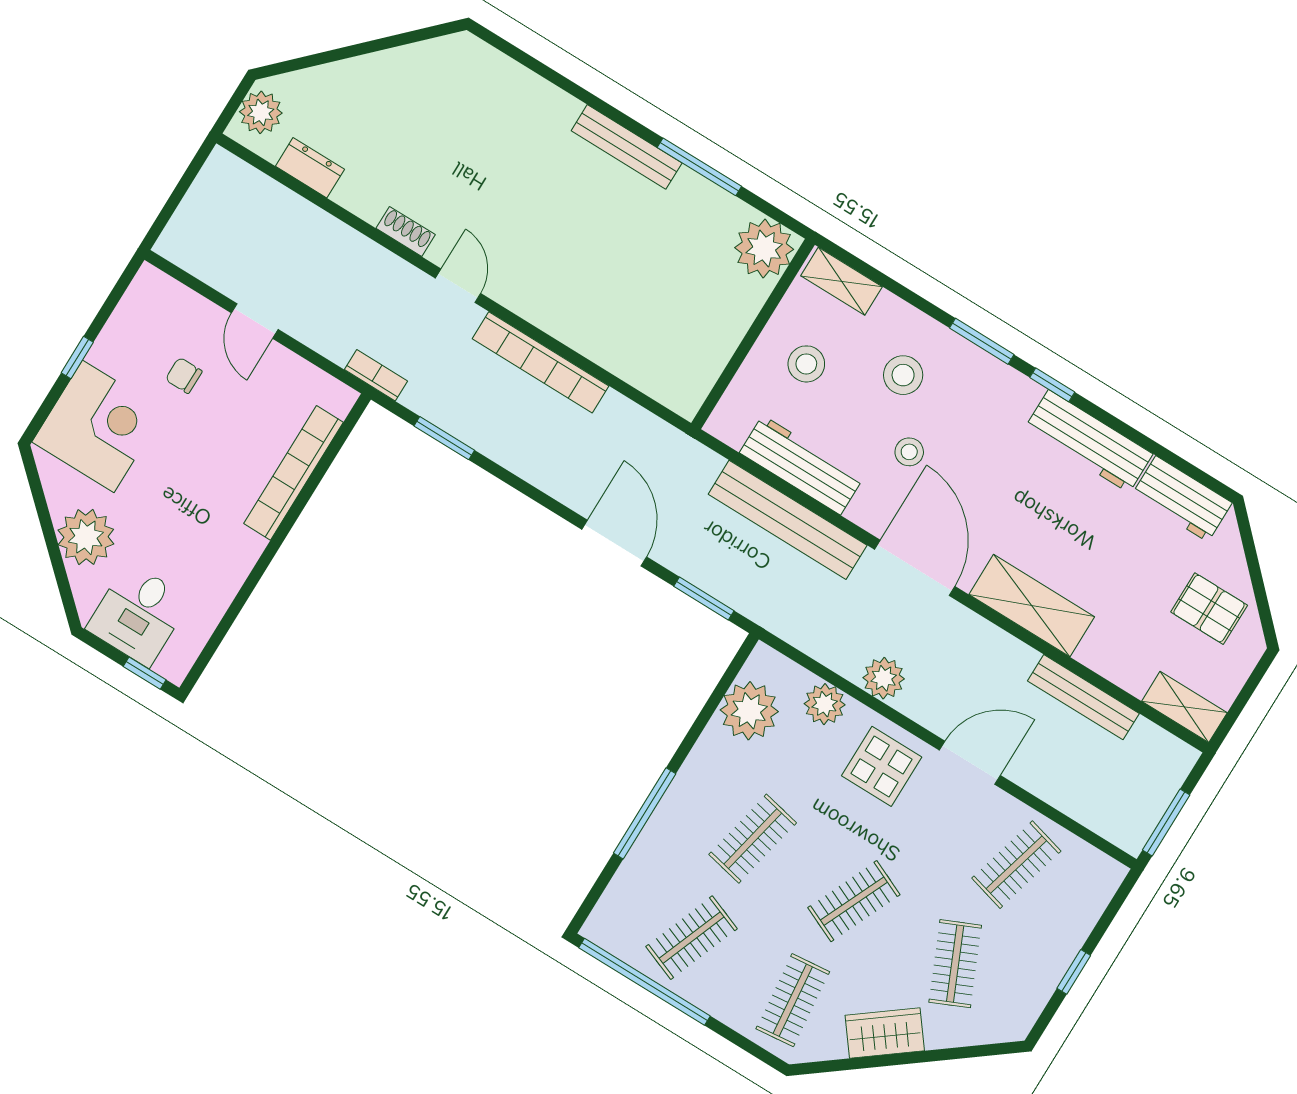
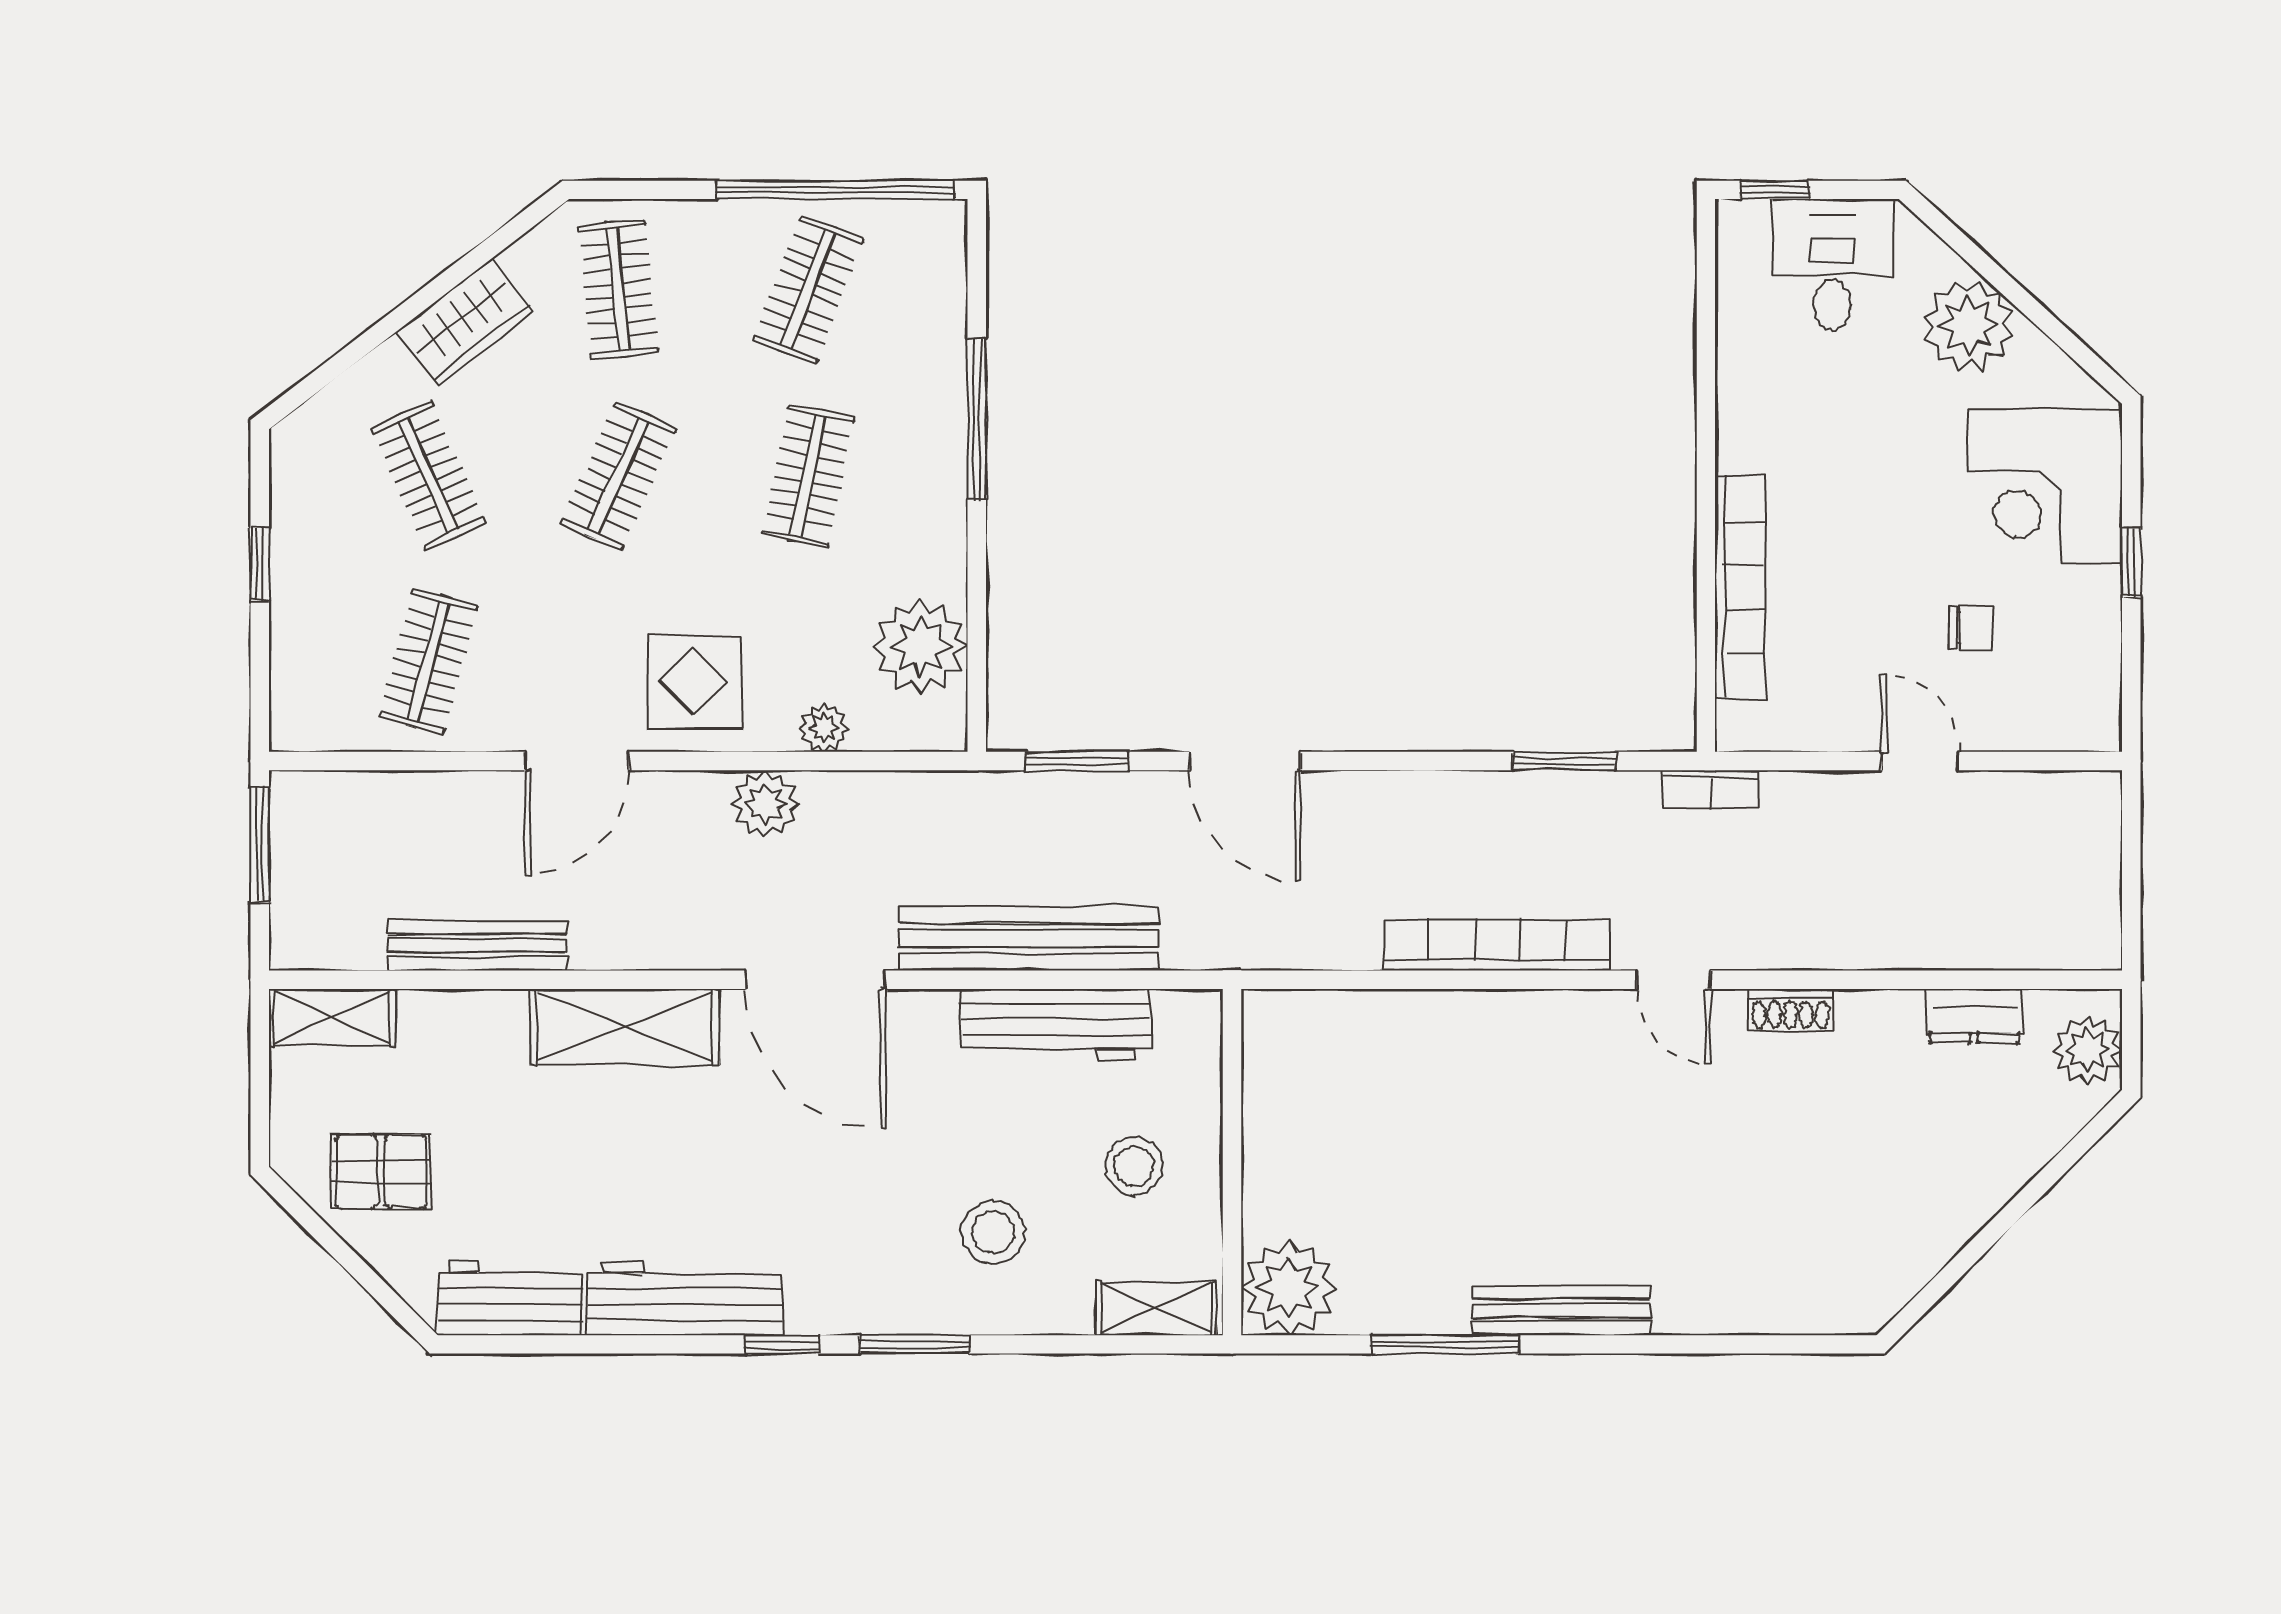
stool: (909, 452) -> (920, 1133), removed
plant: (825, 704) -> (824, 728), width x0.73, depth x0.73

